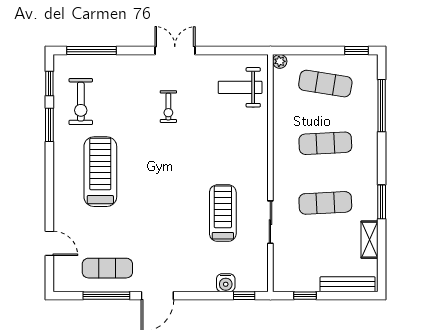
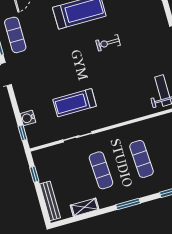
exercise bike: (168, 107) -> (108, 43), moved
window: (382, 202) -> (128, 204), moved
treadmill: (223, 213) -> (75, 103), turned 180

